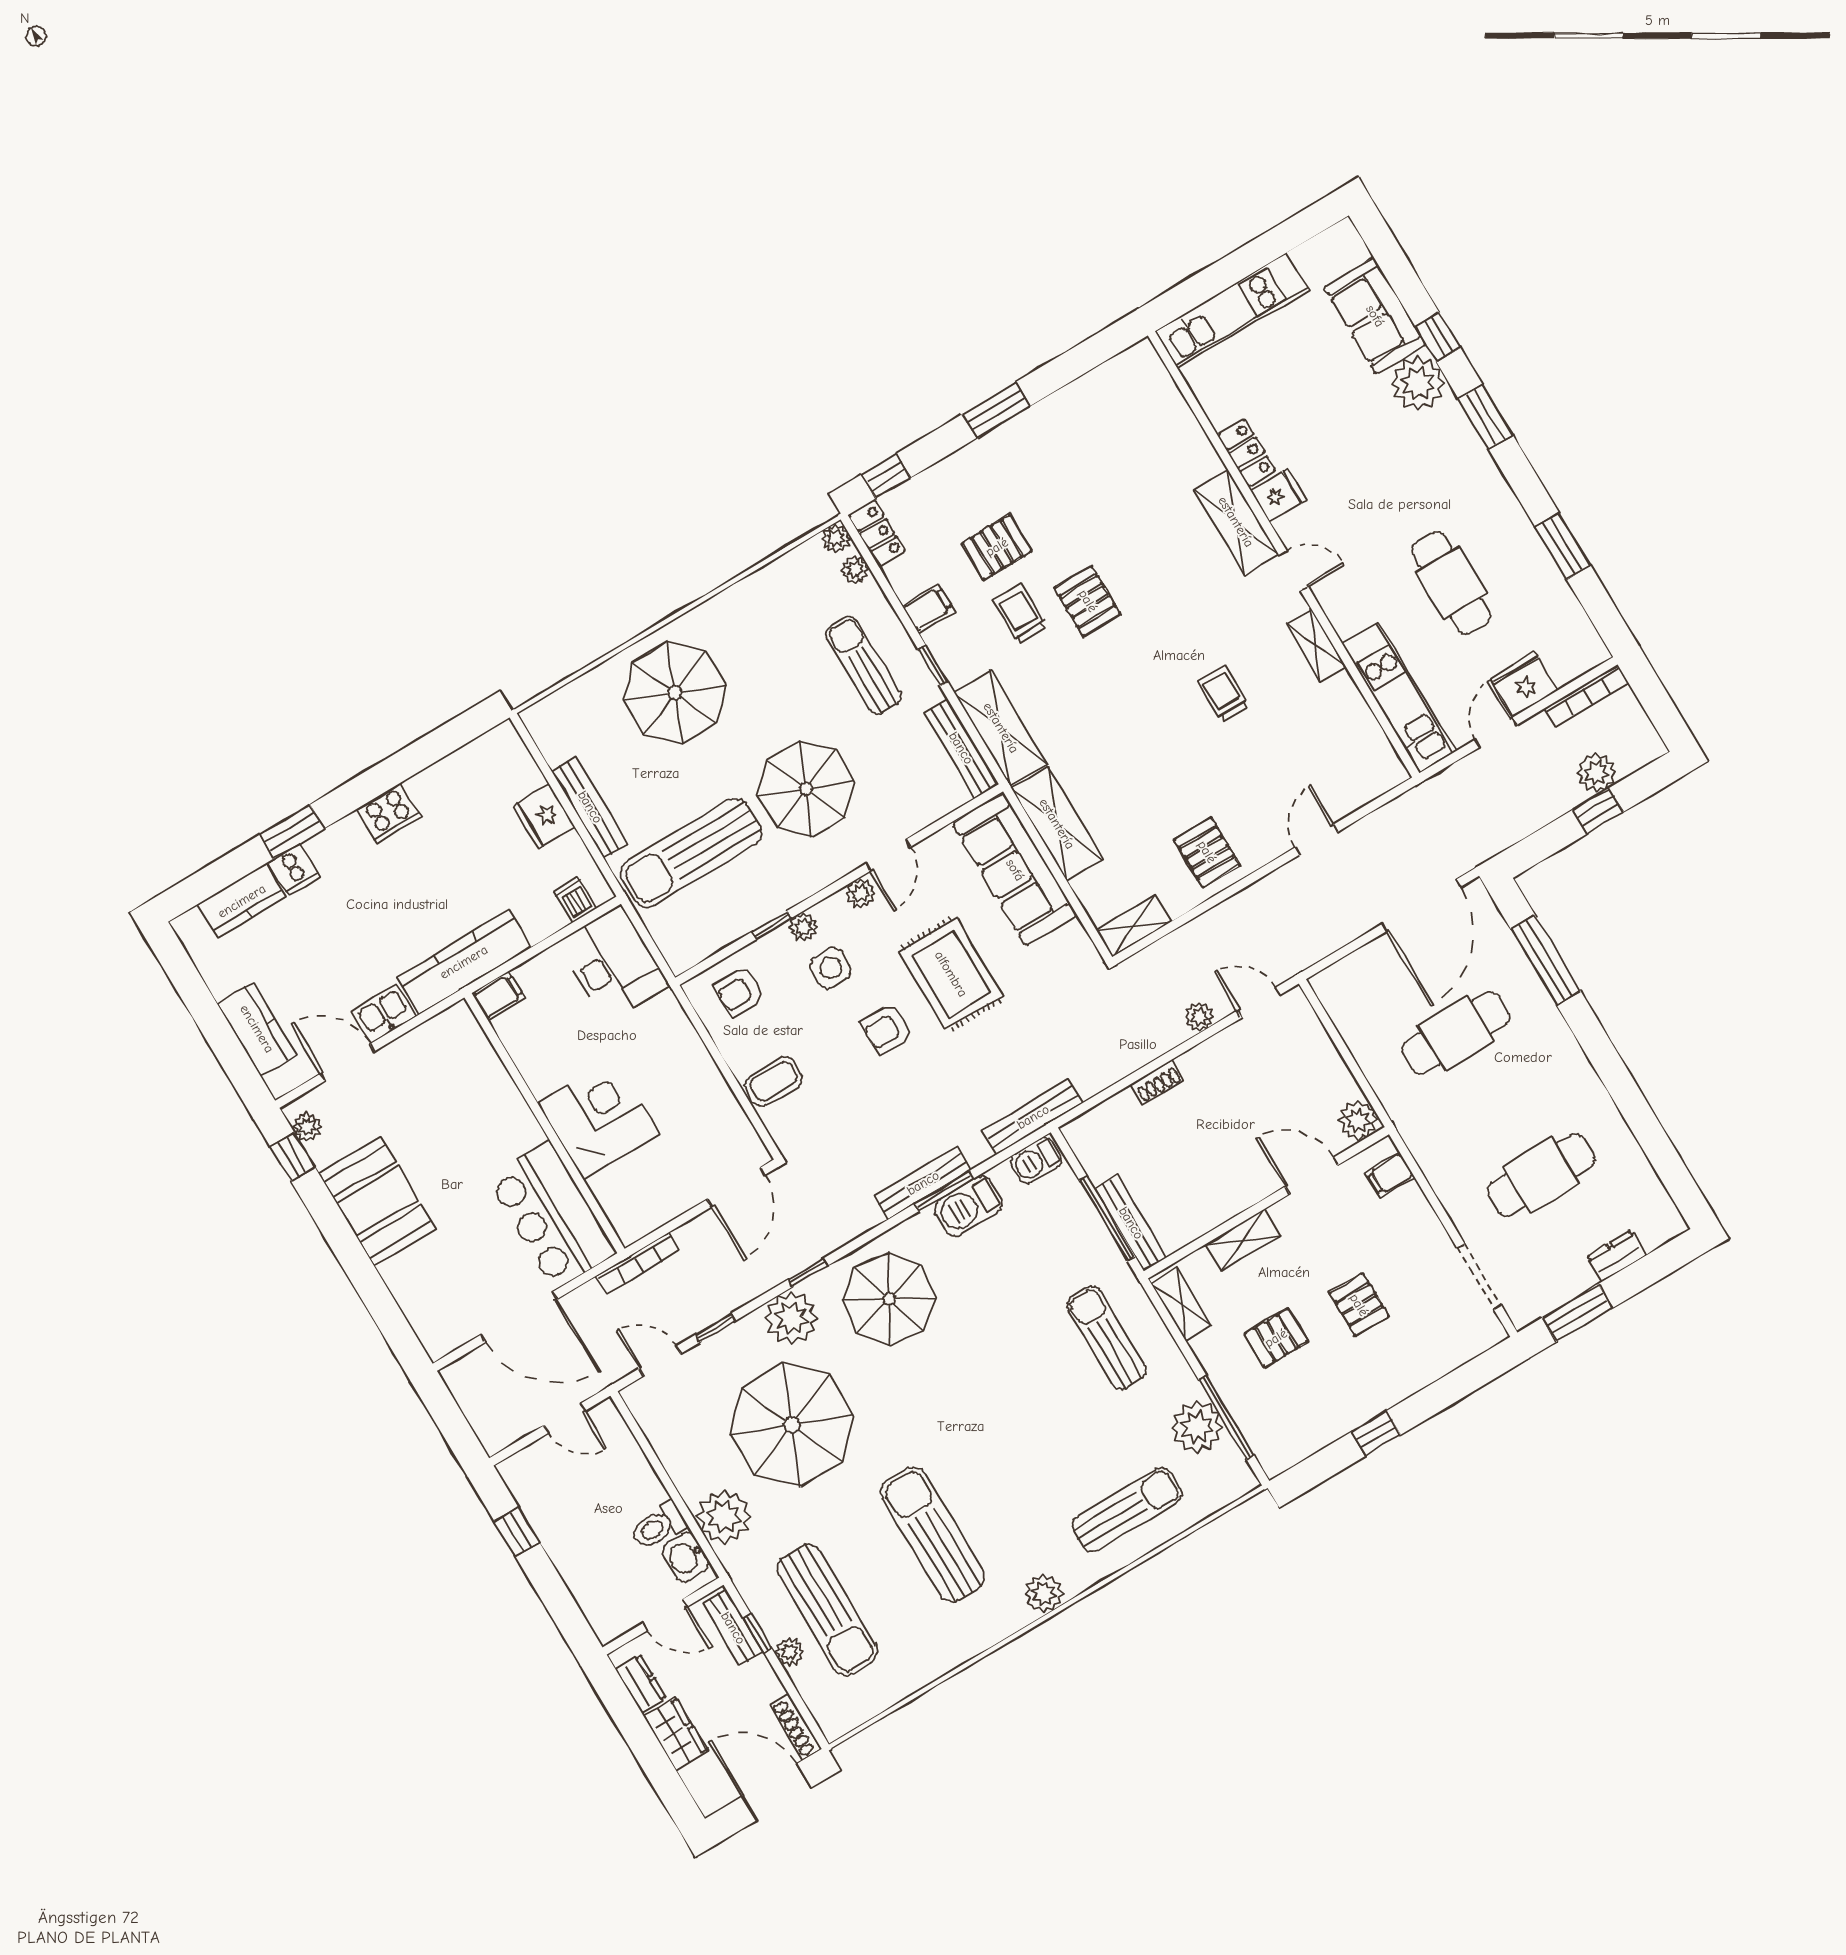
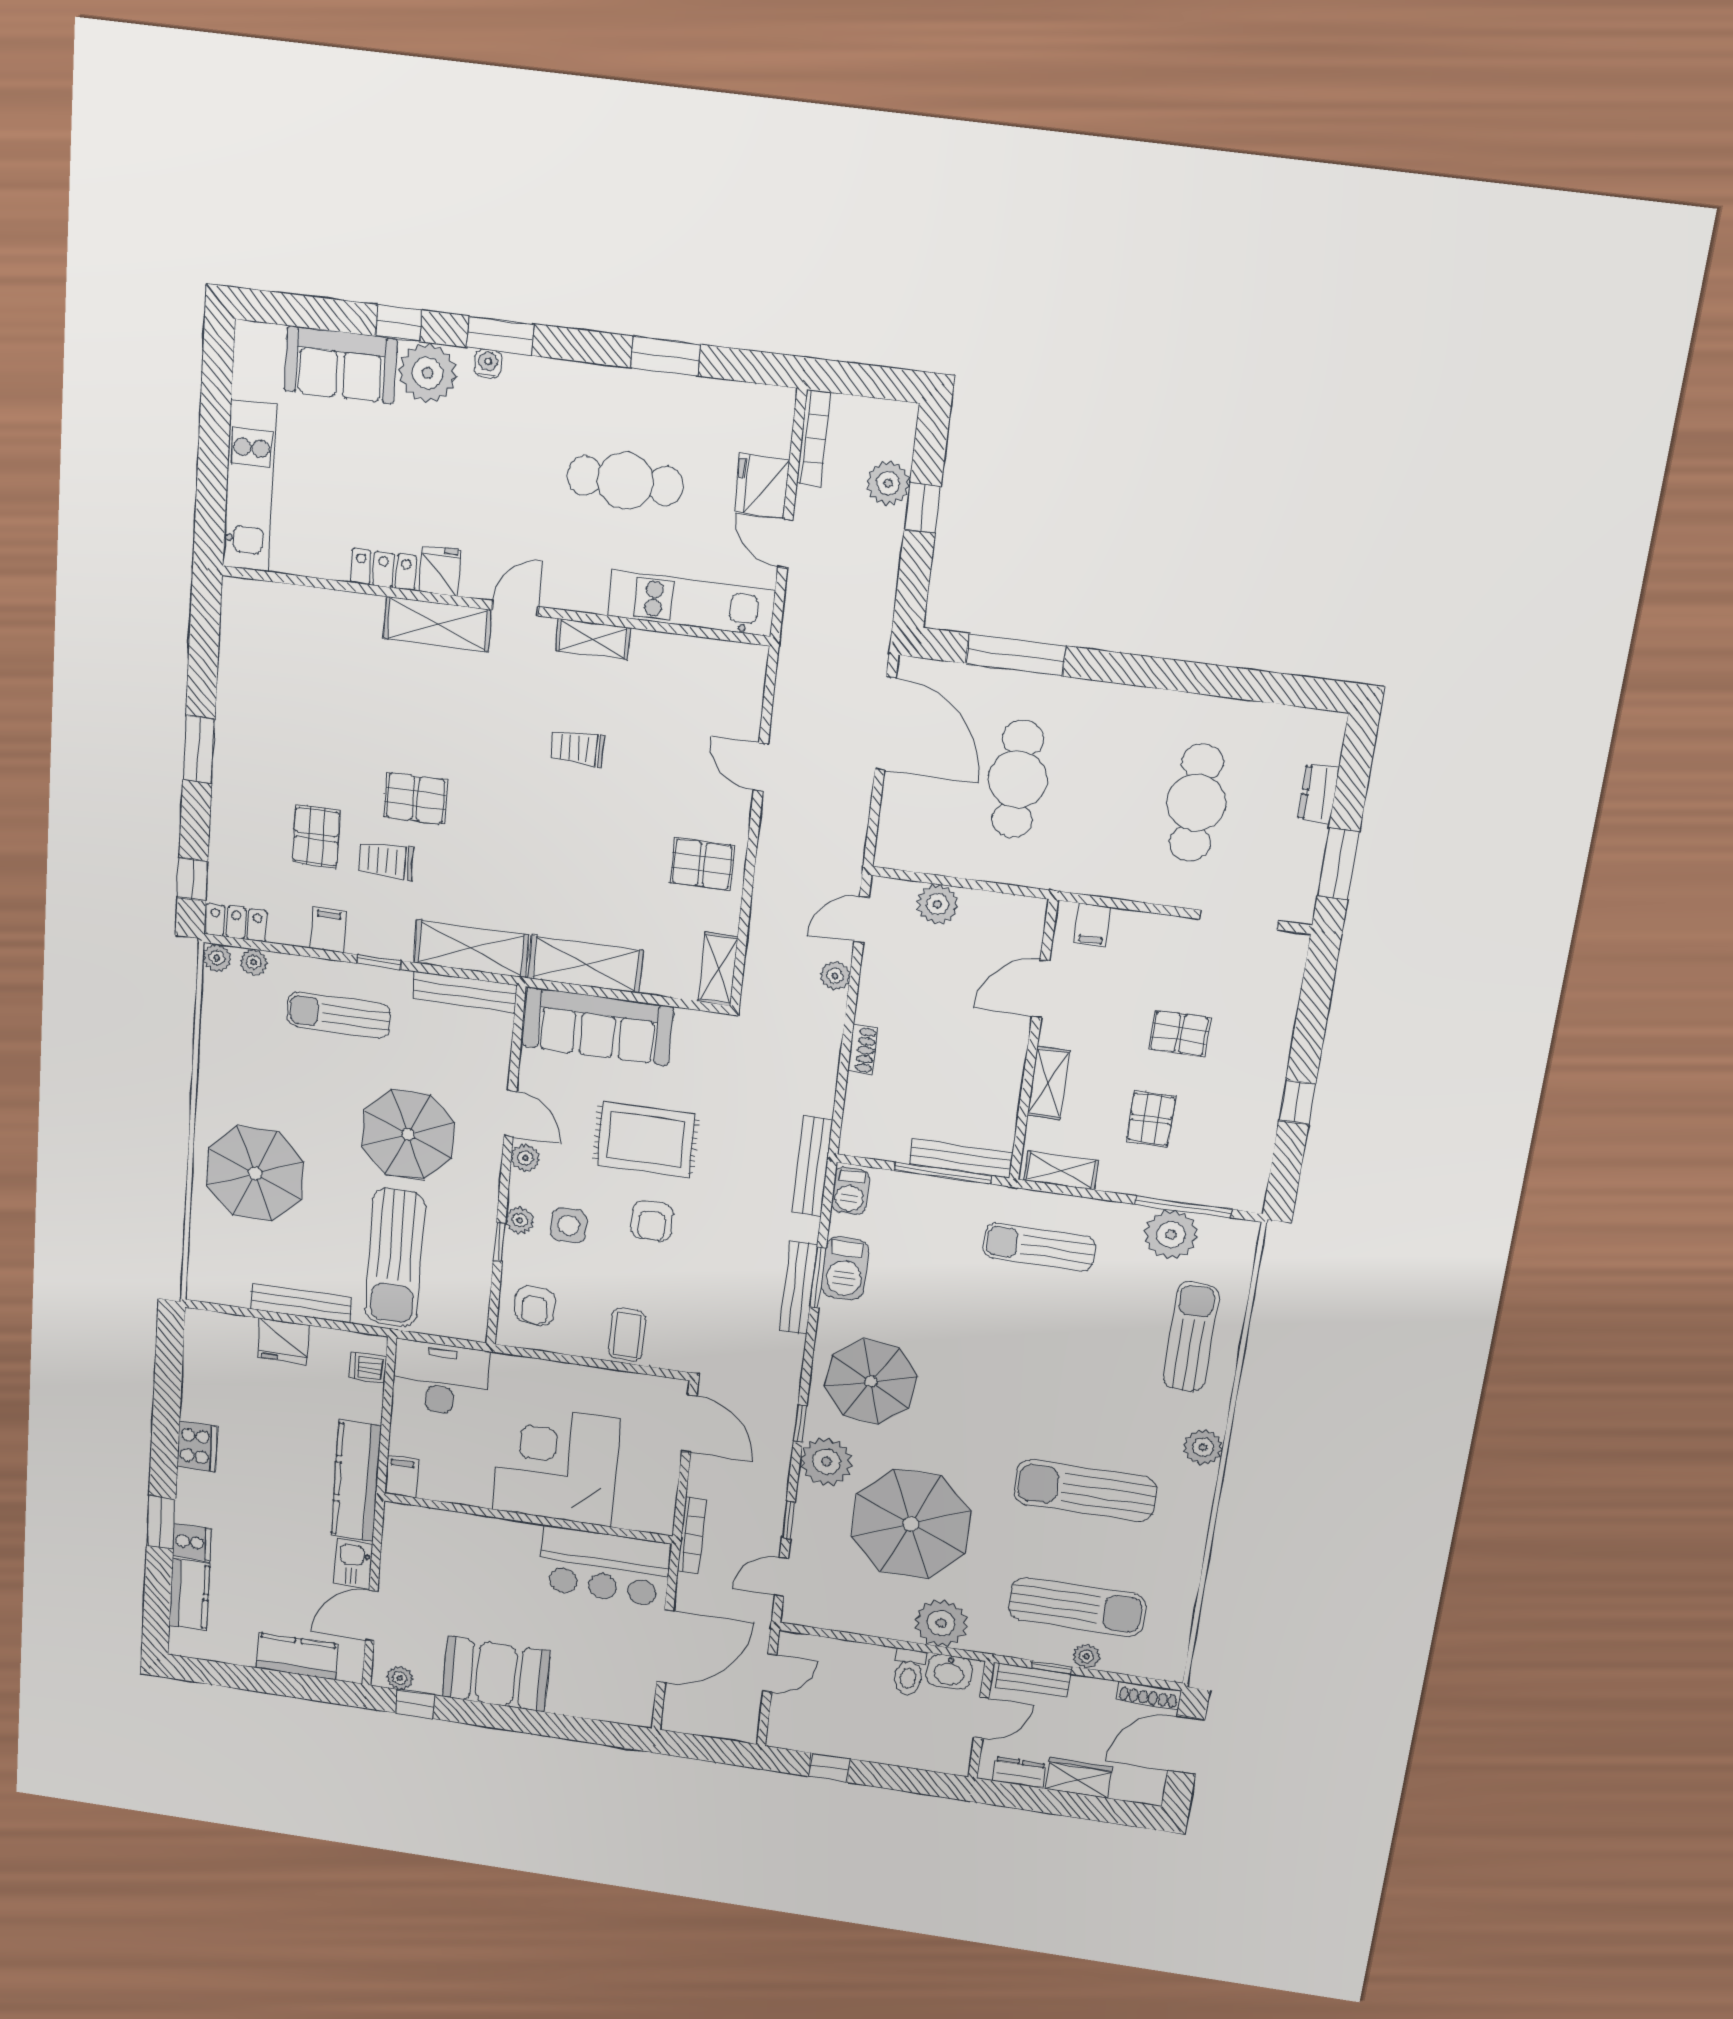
water cooler: (1459, 422) -> (488, 364), added
corner desk: (599, 1119) -> (557, 1464), width x1.36, depth x1.36
plant: (1358, 1120) -> (938, 904), moved

